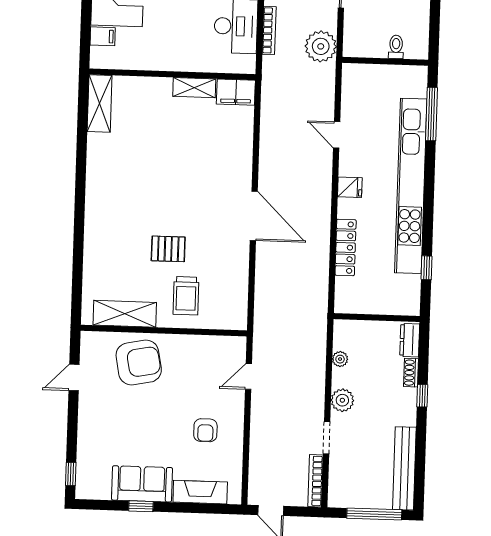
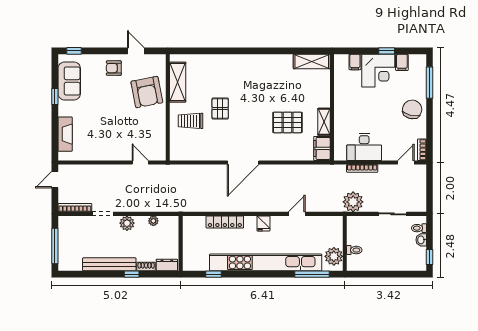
plant: (405, 79) -> (334, 256), added
pallet: (193, 145) -> (287, 122), added
armchair: (205, 430) -> (114, 68), moved
bench: (404, 468) -> (109, 264), moved
sofa: (142, 484) -> (69, 81), moved

